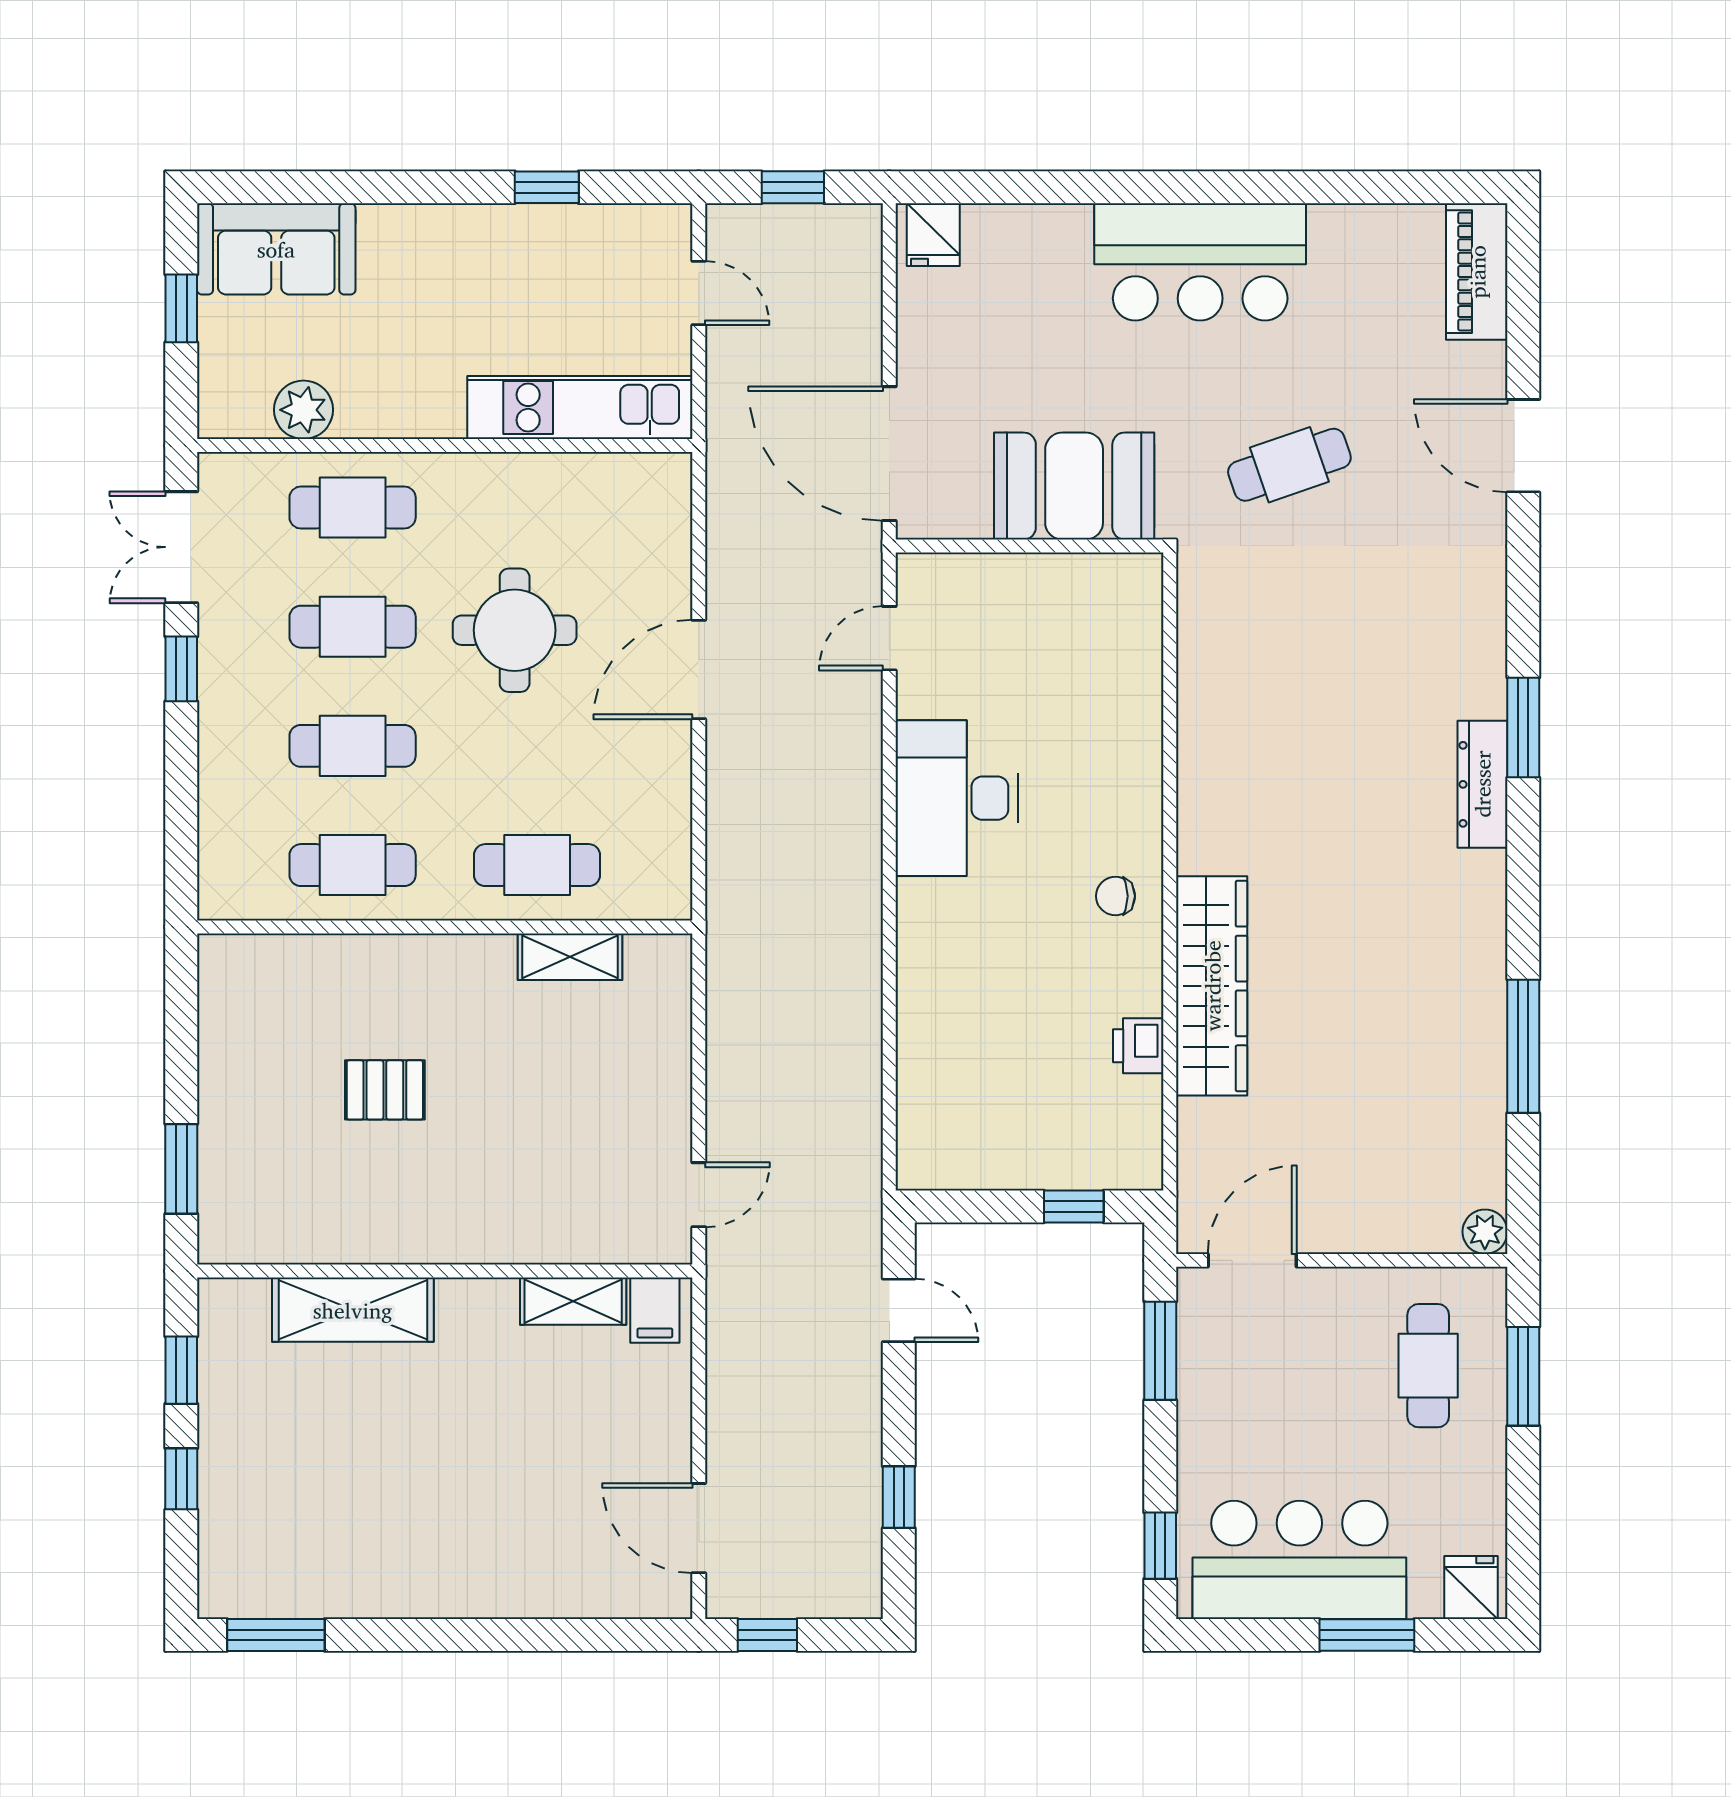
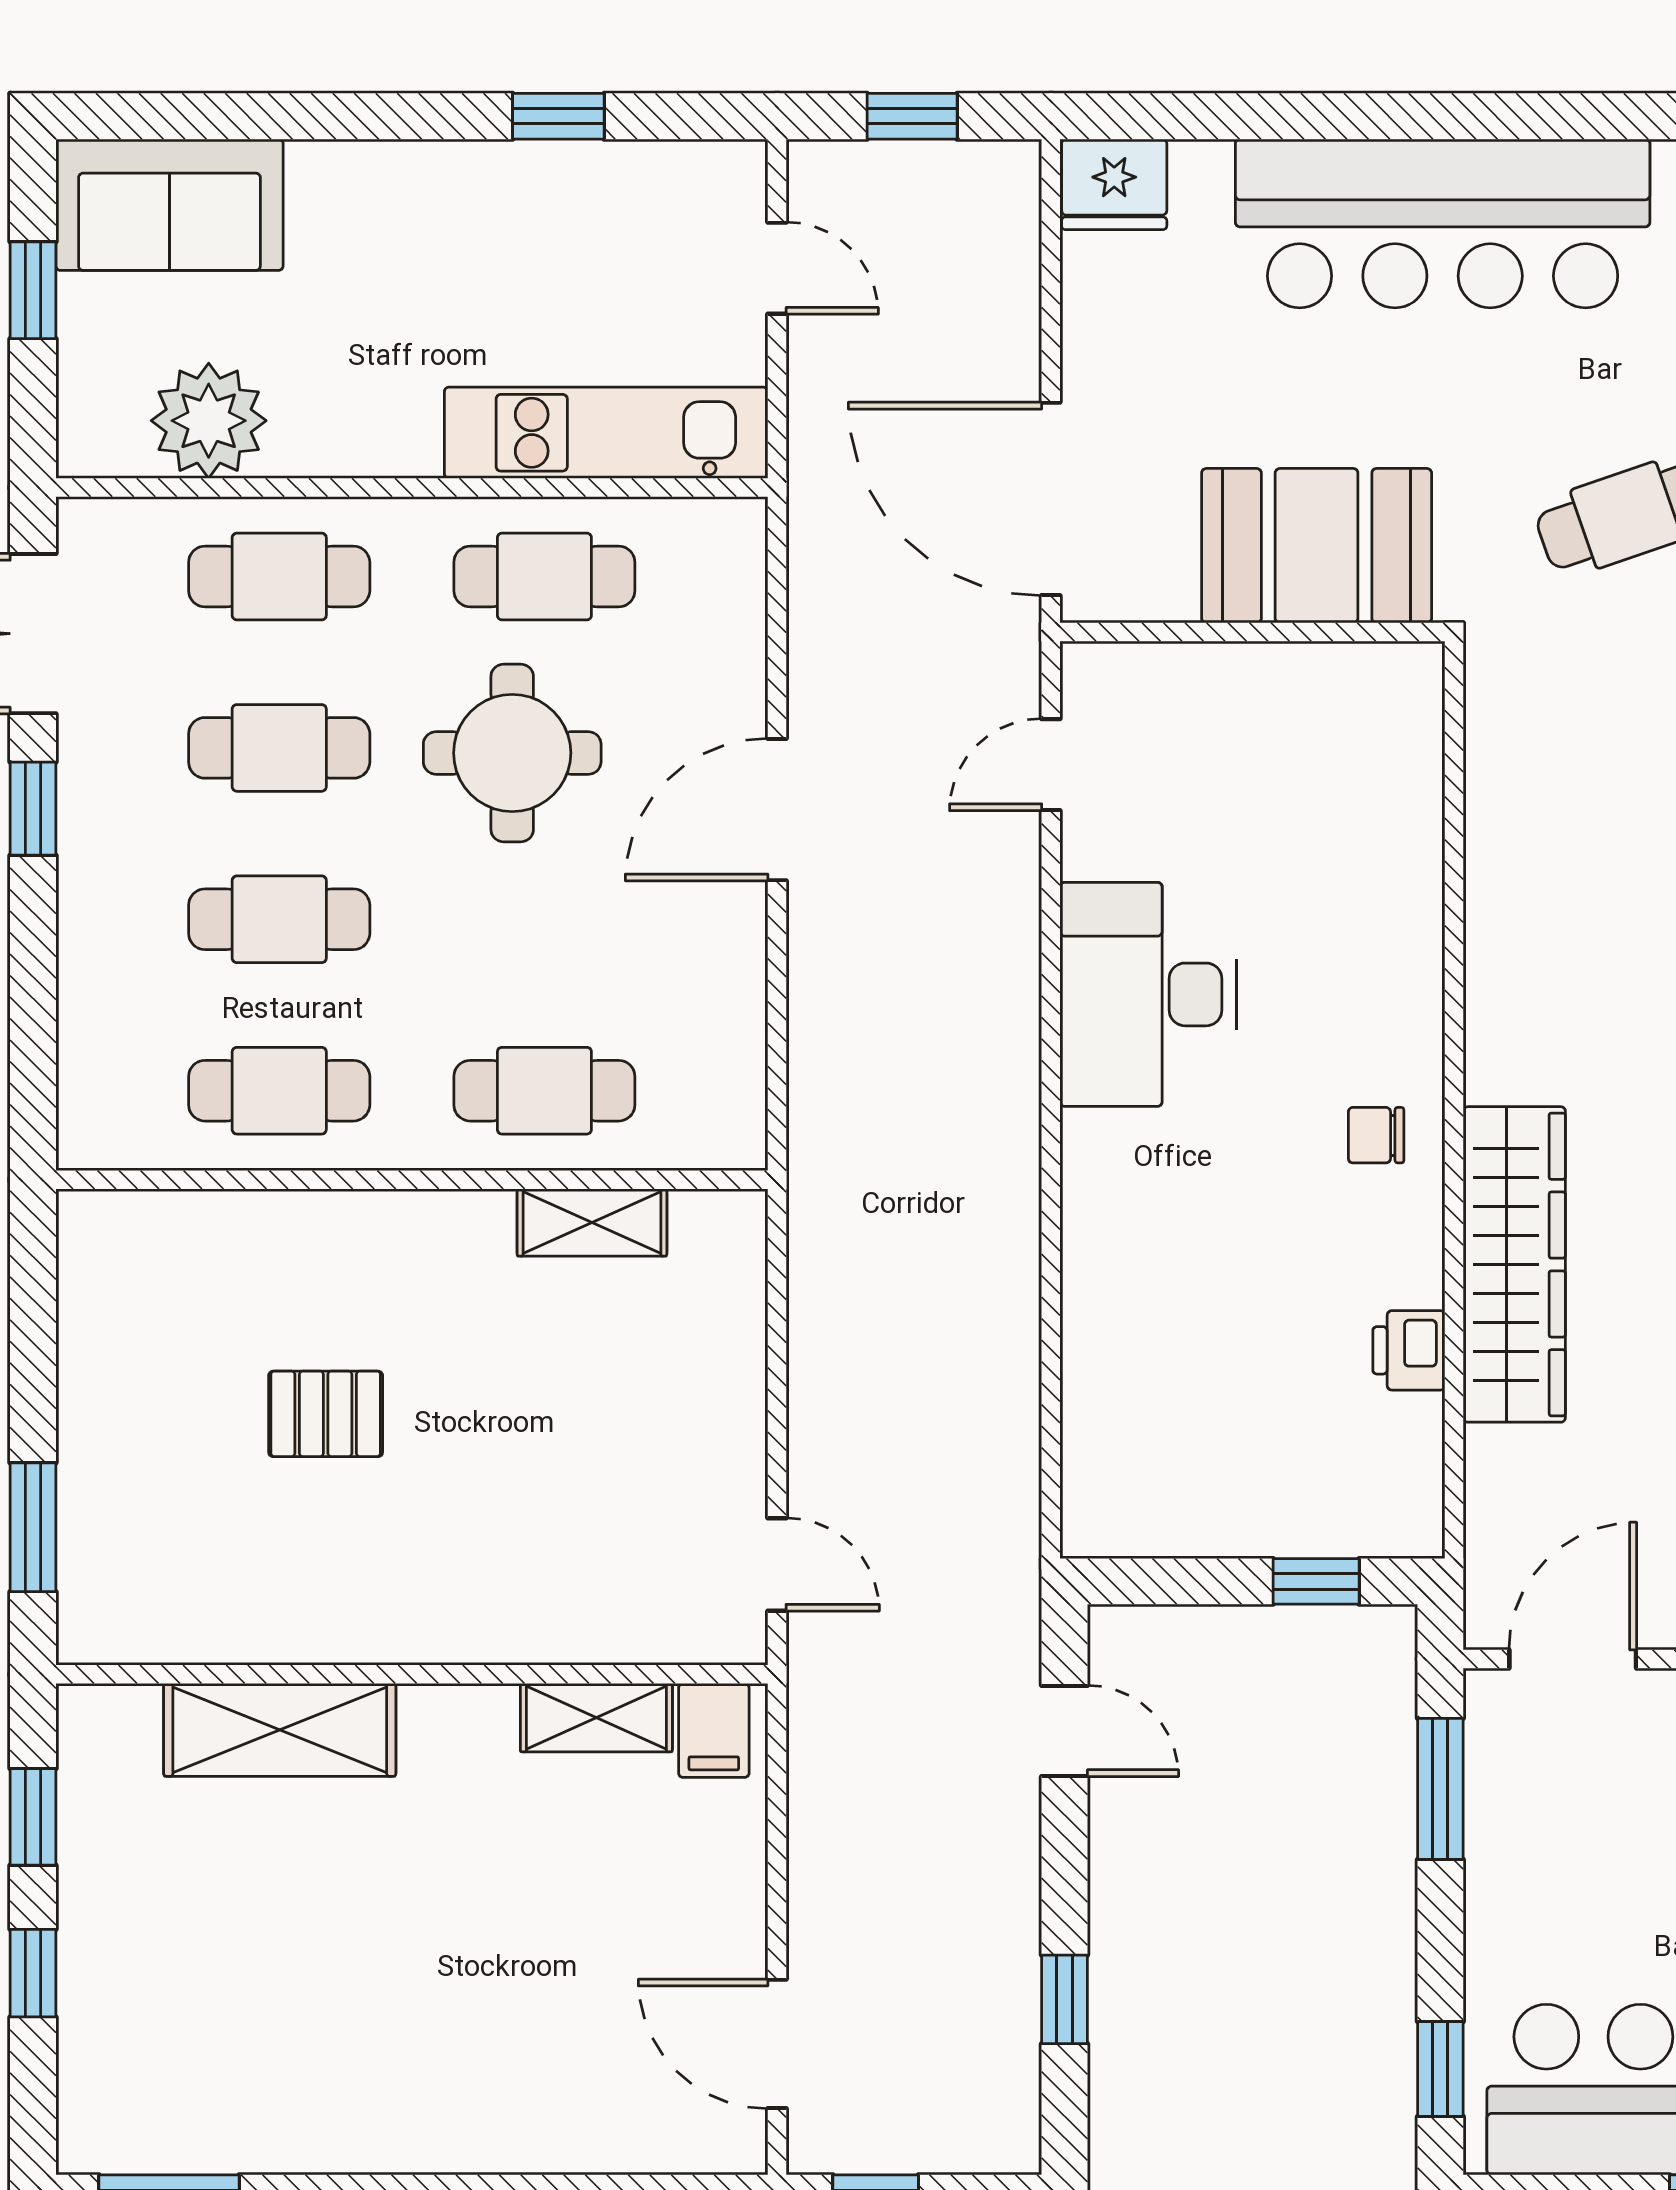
fridge: (933, 235) -> (1114, 184), width x1.38
bar counter: (1200, 262) -> (1443, 223), width x1.36
plant: (303, 410) -> (209, 421), width x1.36, depth x1.36
cafe table: (537, 507) -> (544, 577), added
door: (699, 1195) -> (777, 1565), hinge flipped

